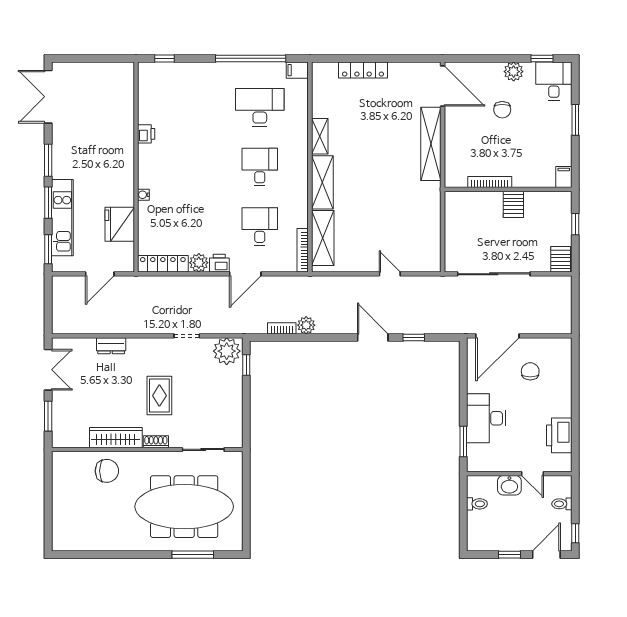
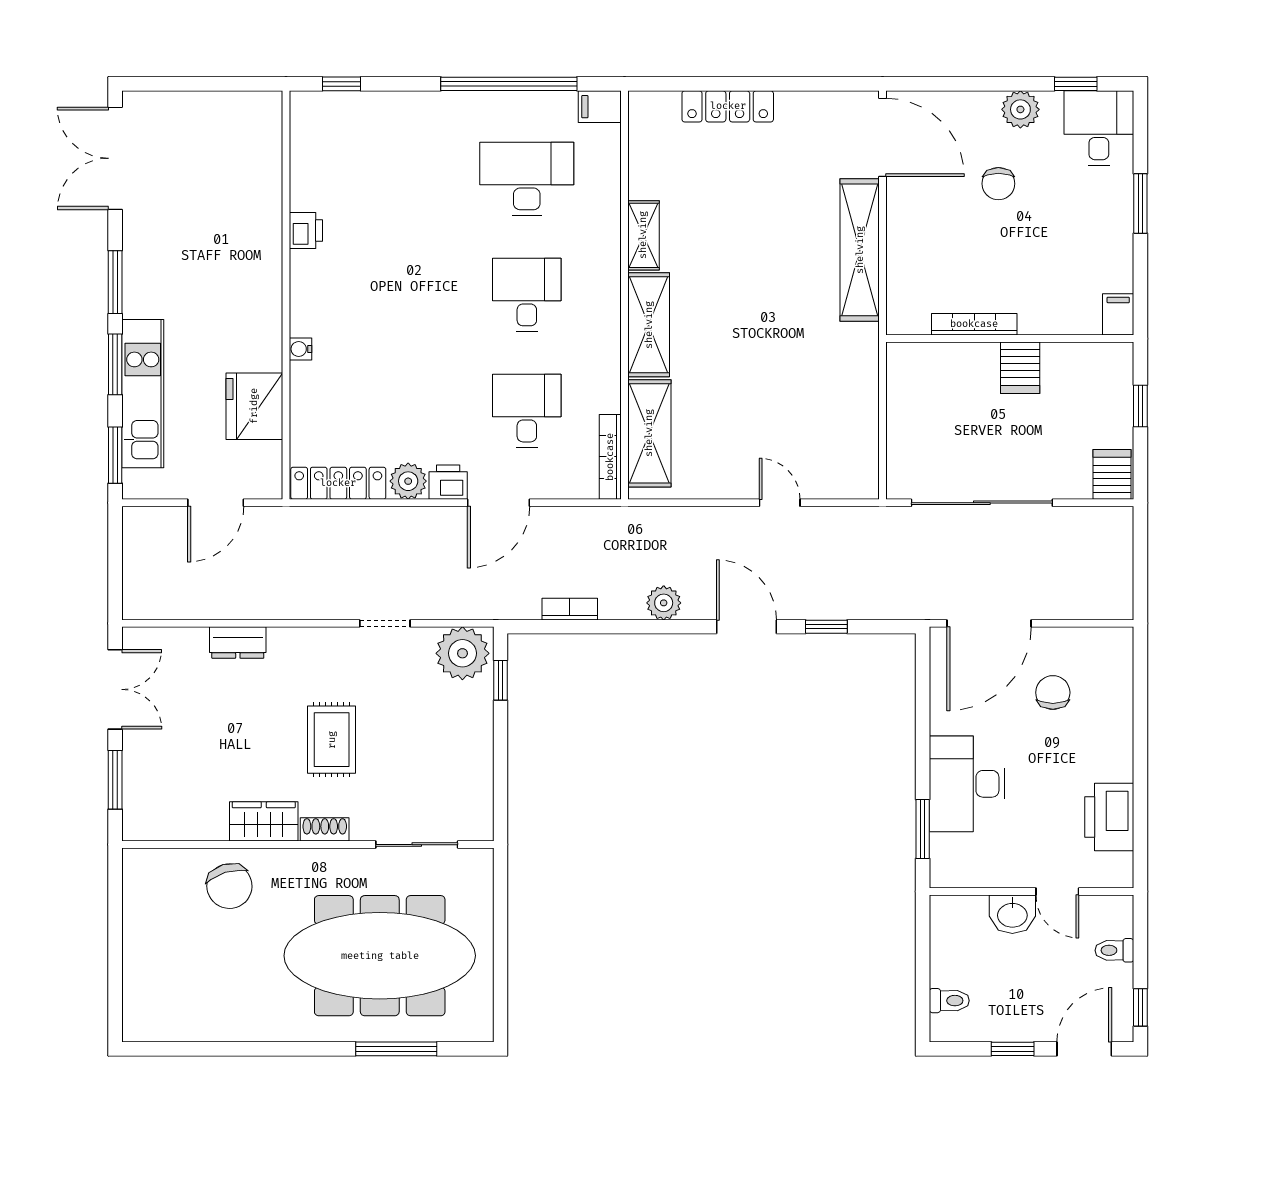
plant: (306, 325) -> (664, 603), moved
wardrobe: (116, 438) -> (264, 821), width x0.67
chair: (107, 471) -> (229, 886), turned 73
toilet: (477, 504) -> (949, 1001), moved

